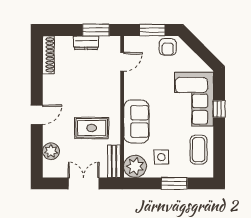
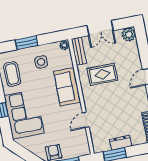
door: (122, 62) -> (86, 120), moved
plant: (51, 151) -> (129, 34), moved
plant: (135, 166) -> (64, 45), width x0.53, depth x0.53

